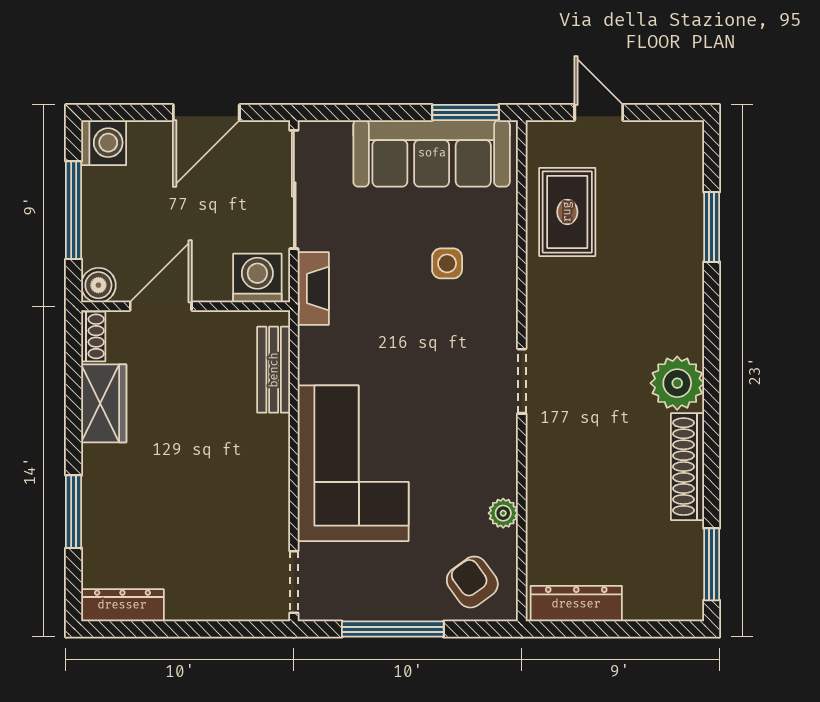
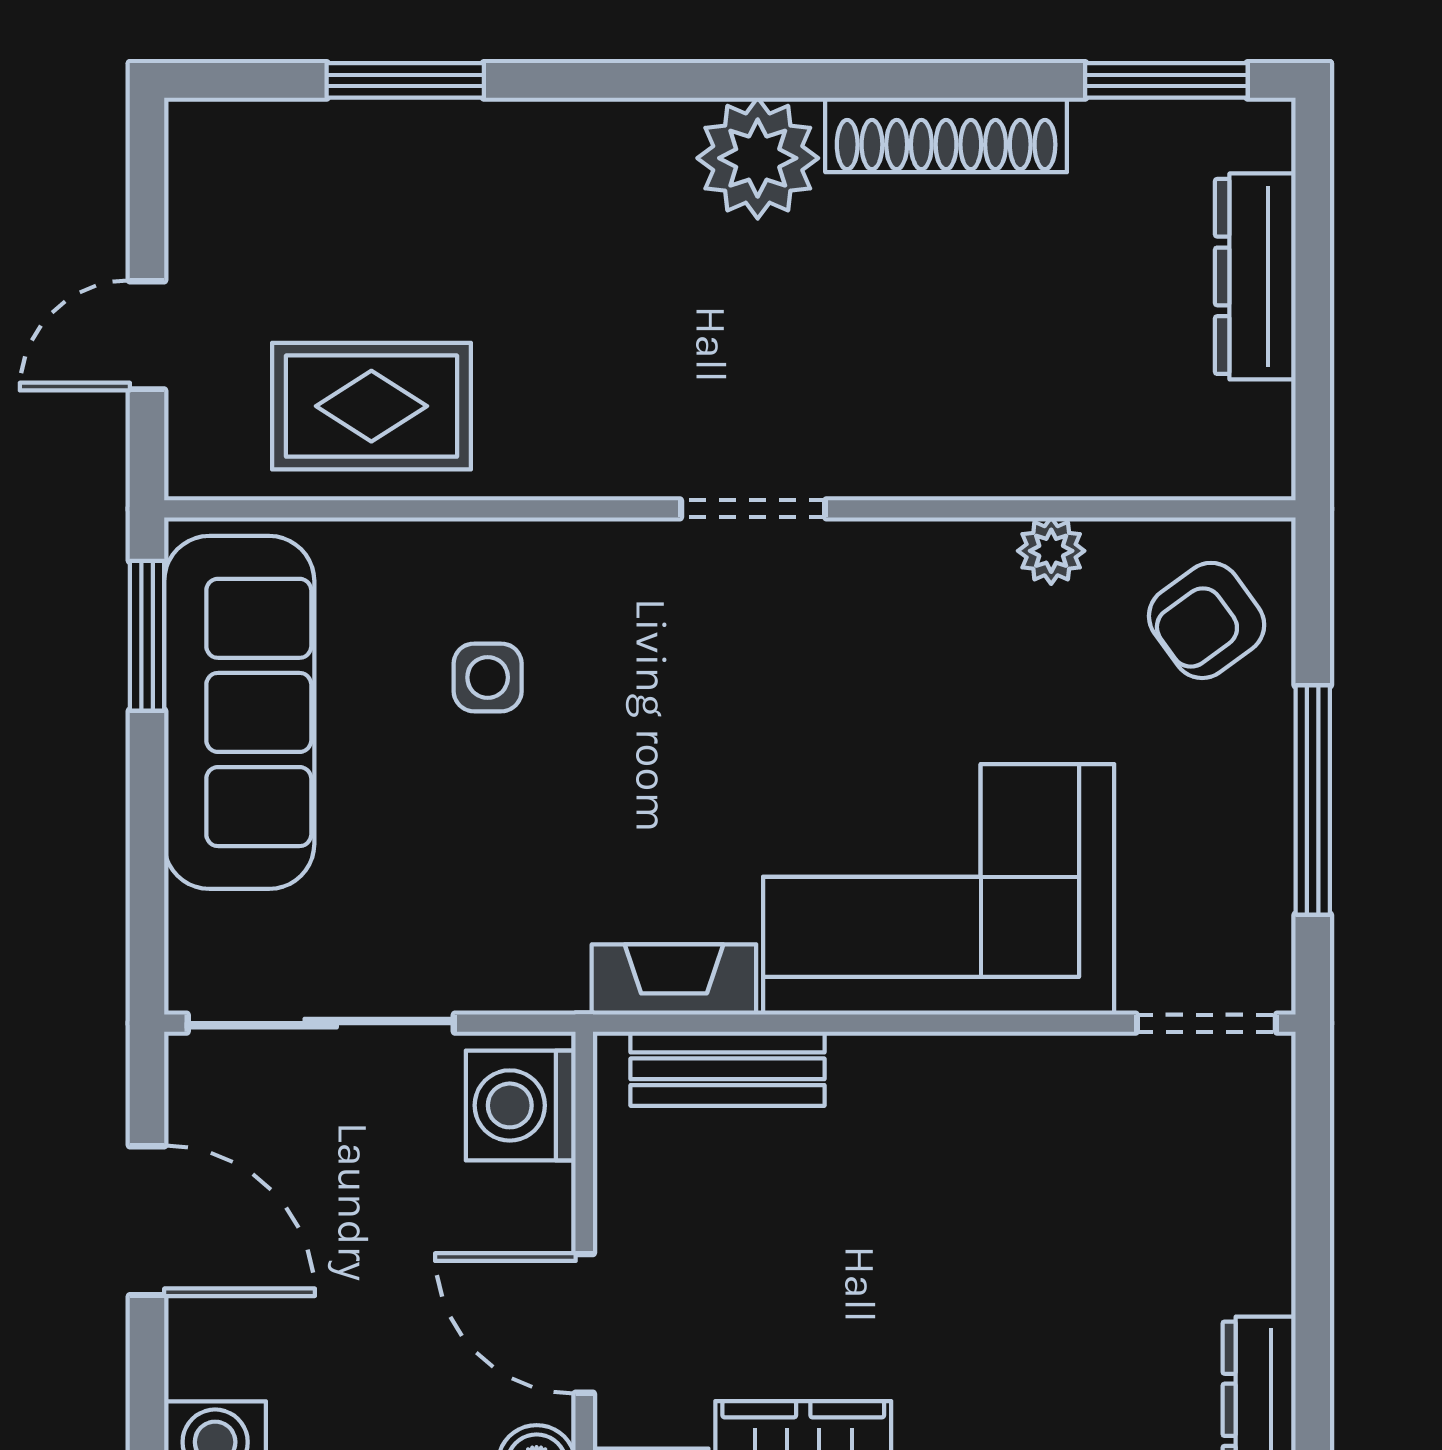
fireplace: (313, 289) -> (674, 979), moved
dresser: (576, 604) -> (1255, 276), moved

